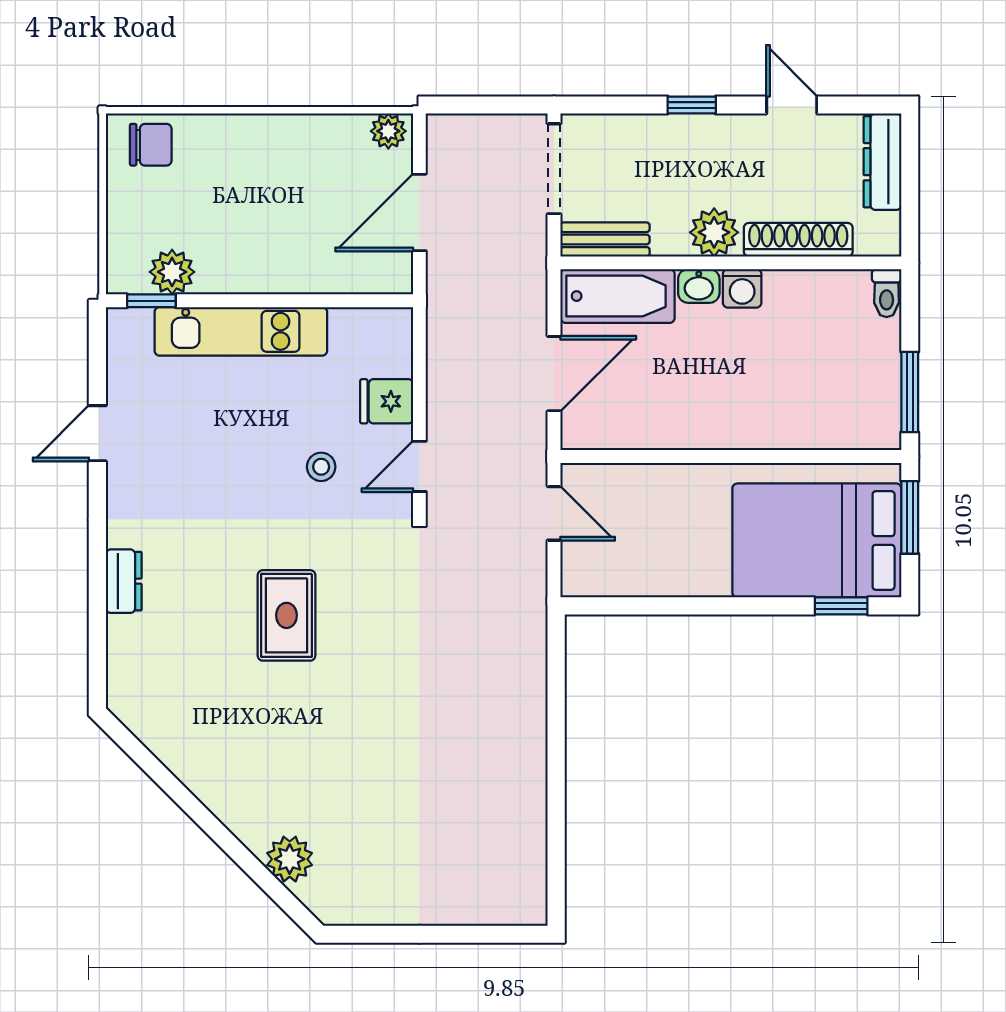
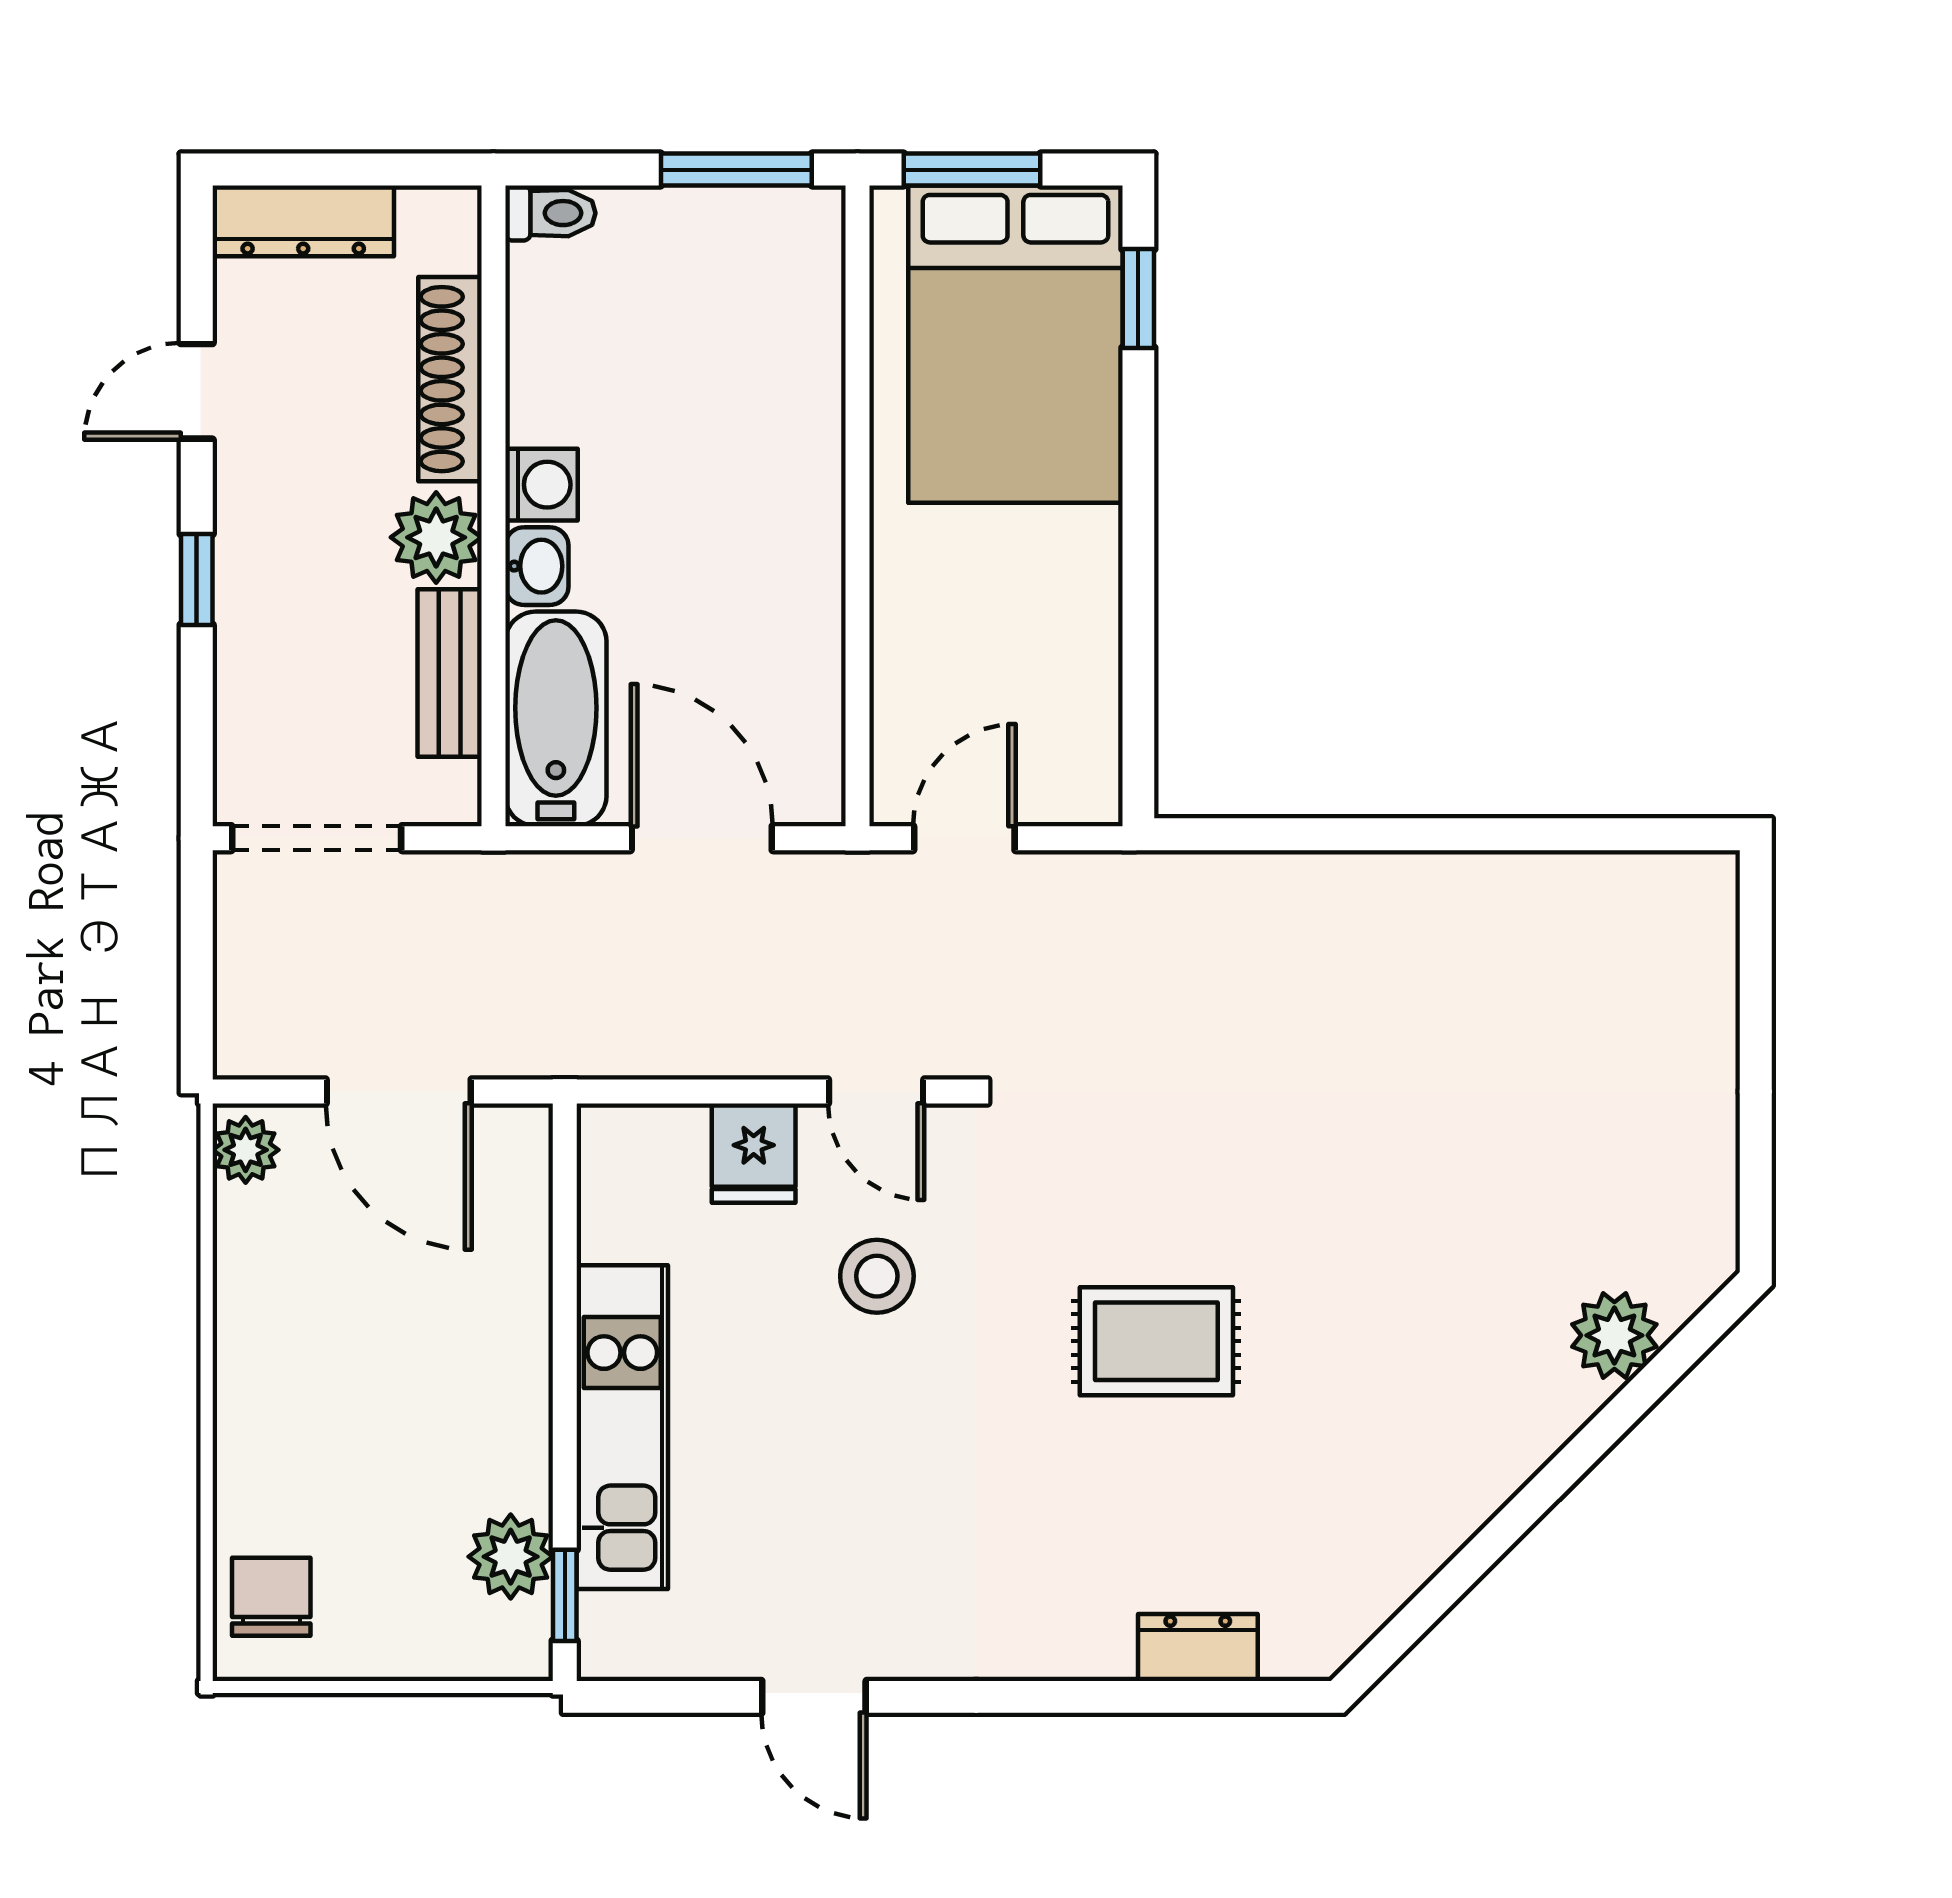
bench: (605, 240) -> (450, 673), moved
stool: (321, 467) -> (877, 1276), width x1.37, depth x1.37
dresser: (124, 581) -> (1198, 1647), moved

